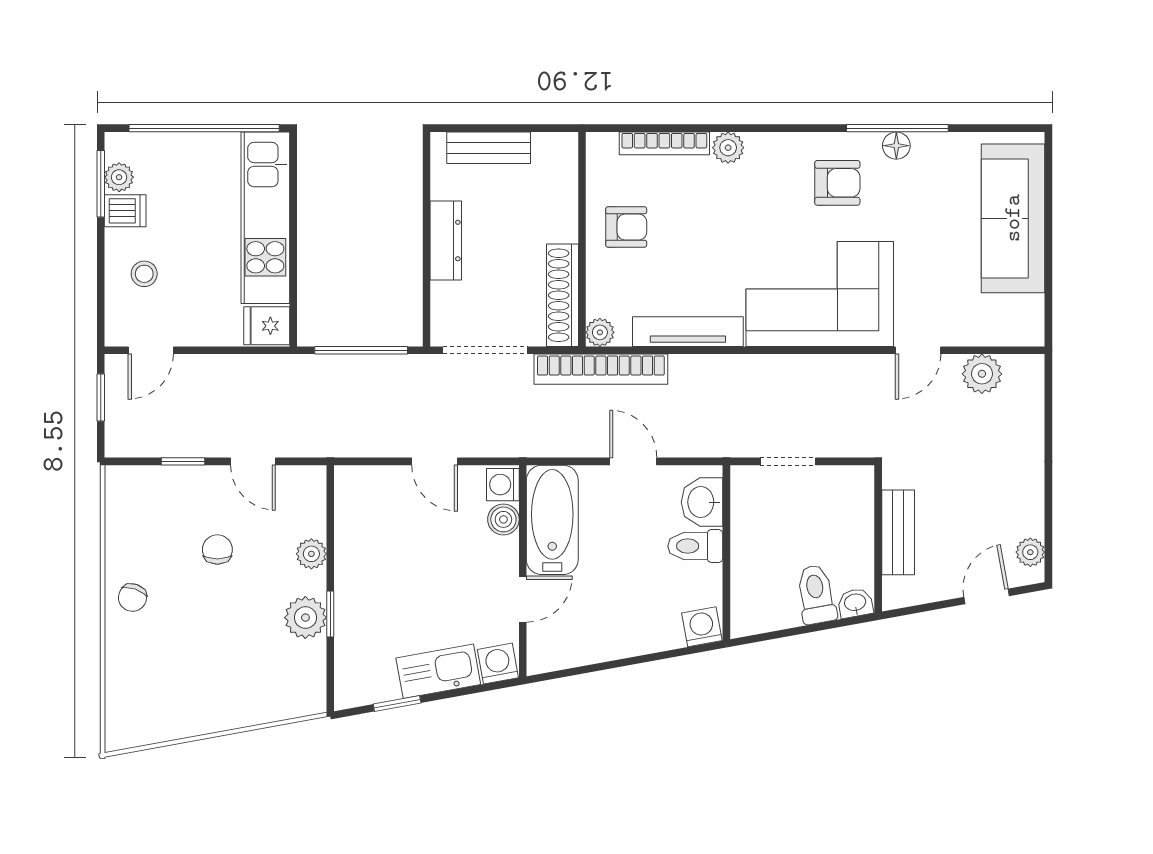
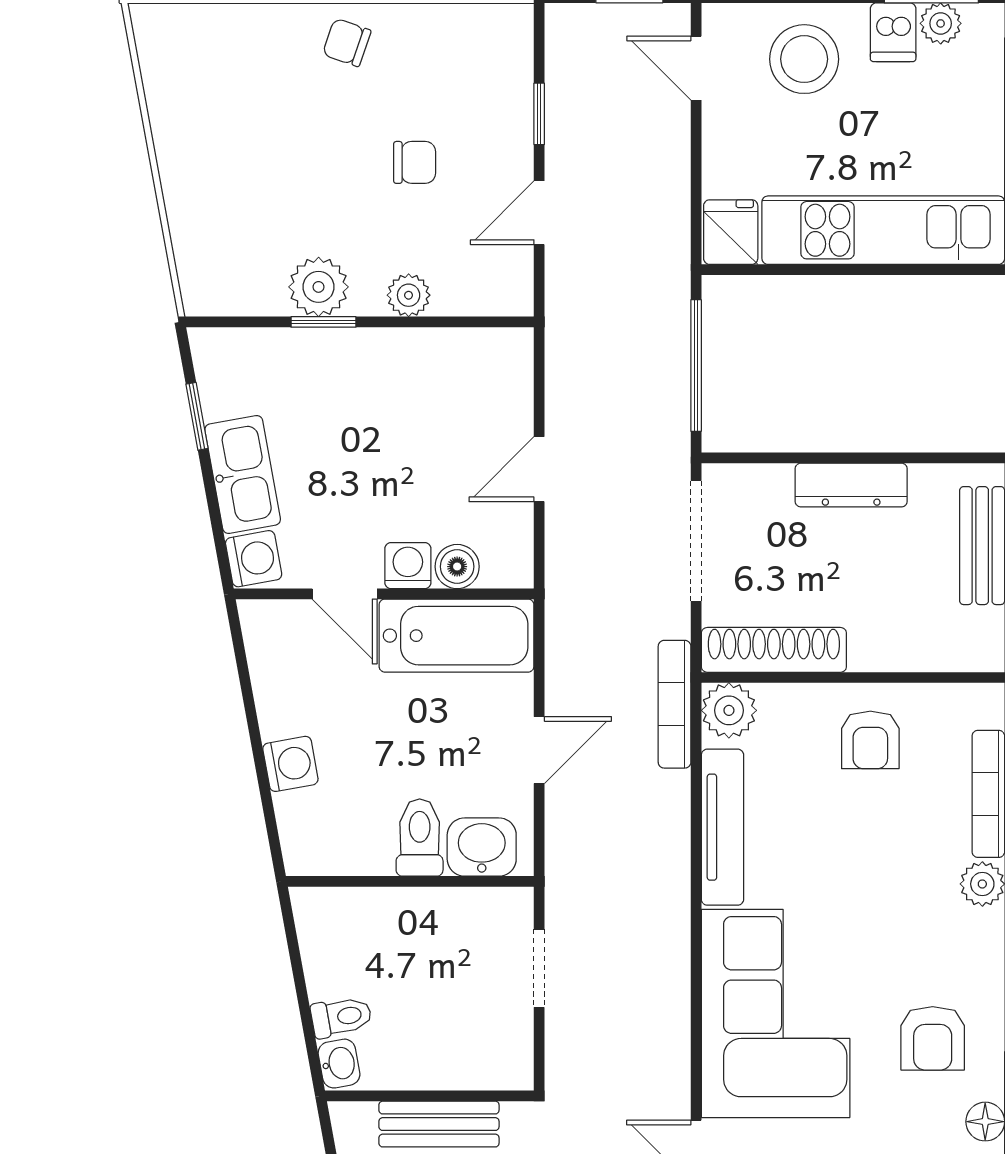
stool: (144, 274) -> (804, 59), width x1.89, depth x1.89
plant: (600, 332) -> (729, 710), width x1.38, depth x1.38
bookcase: (601, 369) -> (675, 704), width x0.68, depth x0.76
washing machine: (503, 485) -> (408, 566), moved
toilet: (816, 594) -> (341, 1017), width x0.73, depth x0.72
washing machine: (702, 627) -> (290, 764), moved

